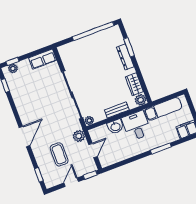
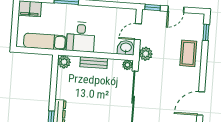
wardrobe: (134, 84) -> (63, 81), removed
washbasin: (115, 126) -> (126, 48), moved
door: (24, 137) -> (201, 104), moved
coffee table: (59, 154) -> (188, 53), moved

